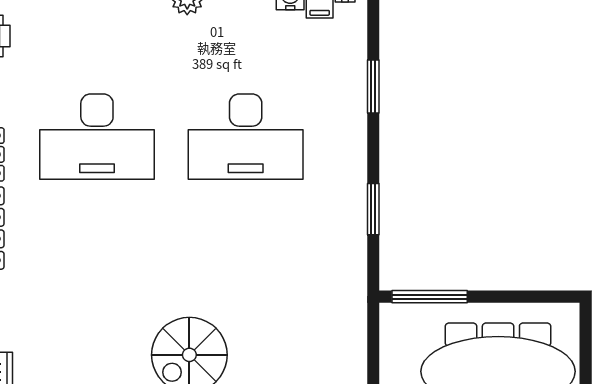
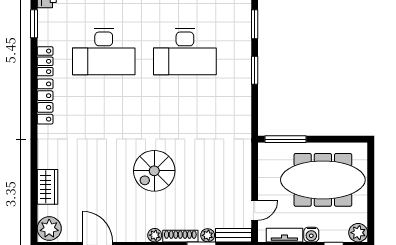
window: (373, 209) -> (255, 70), moved

